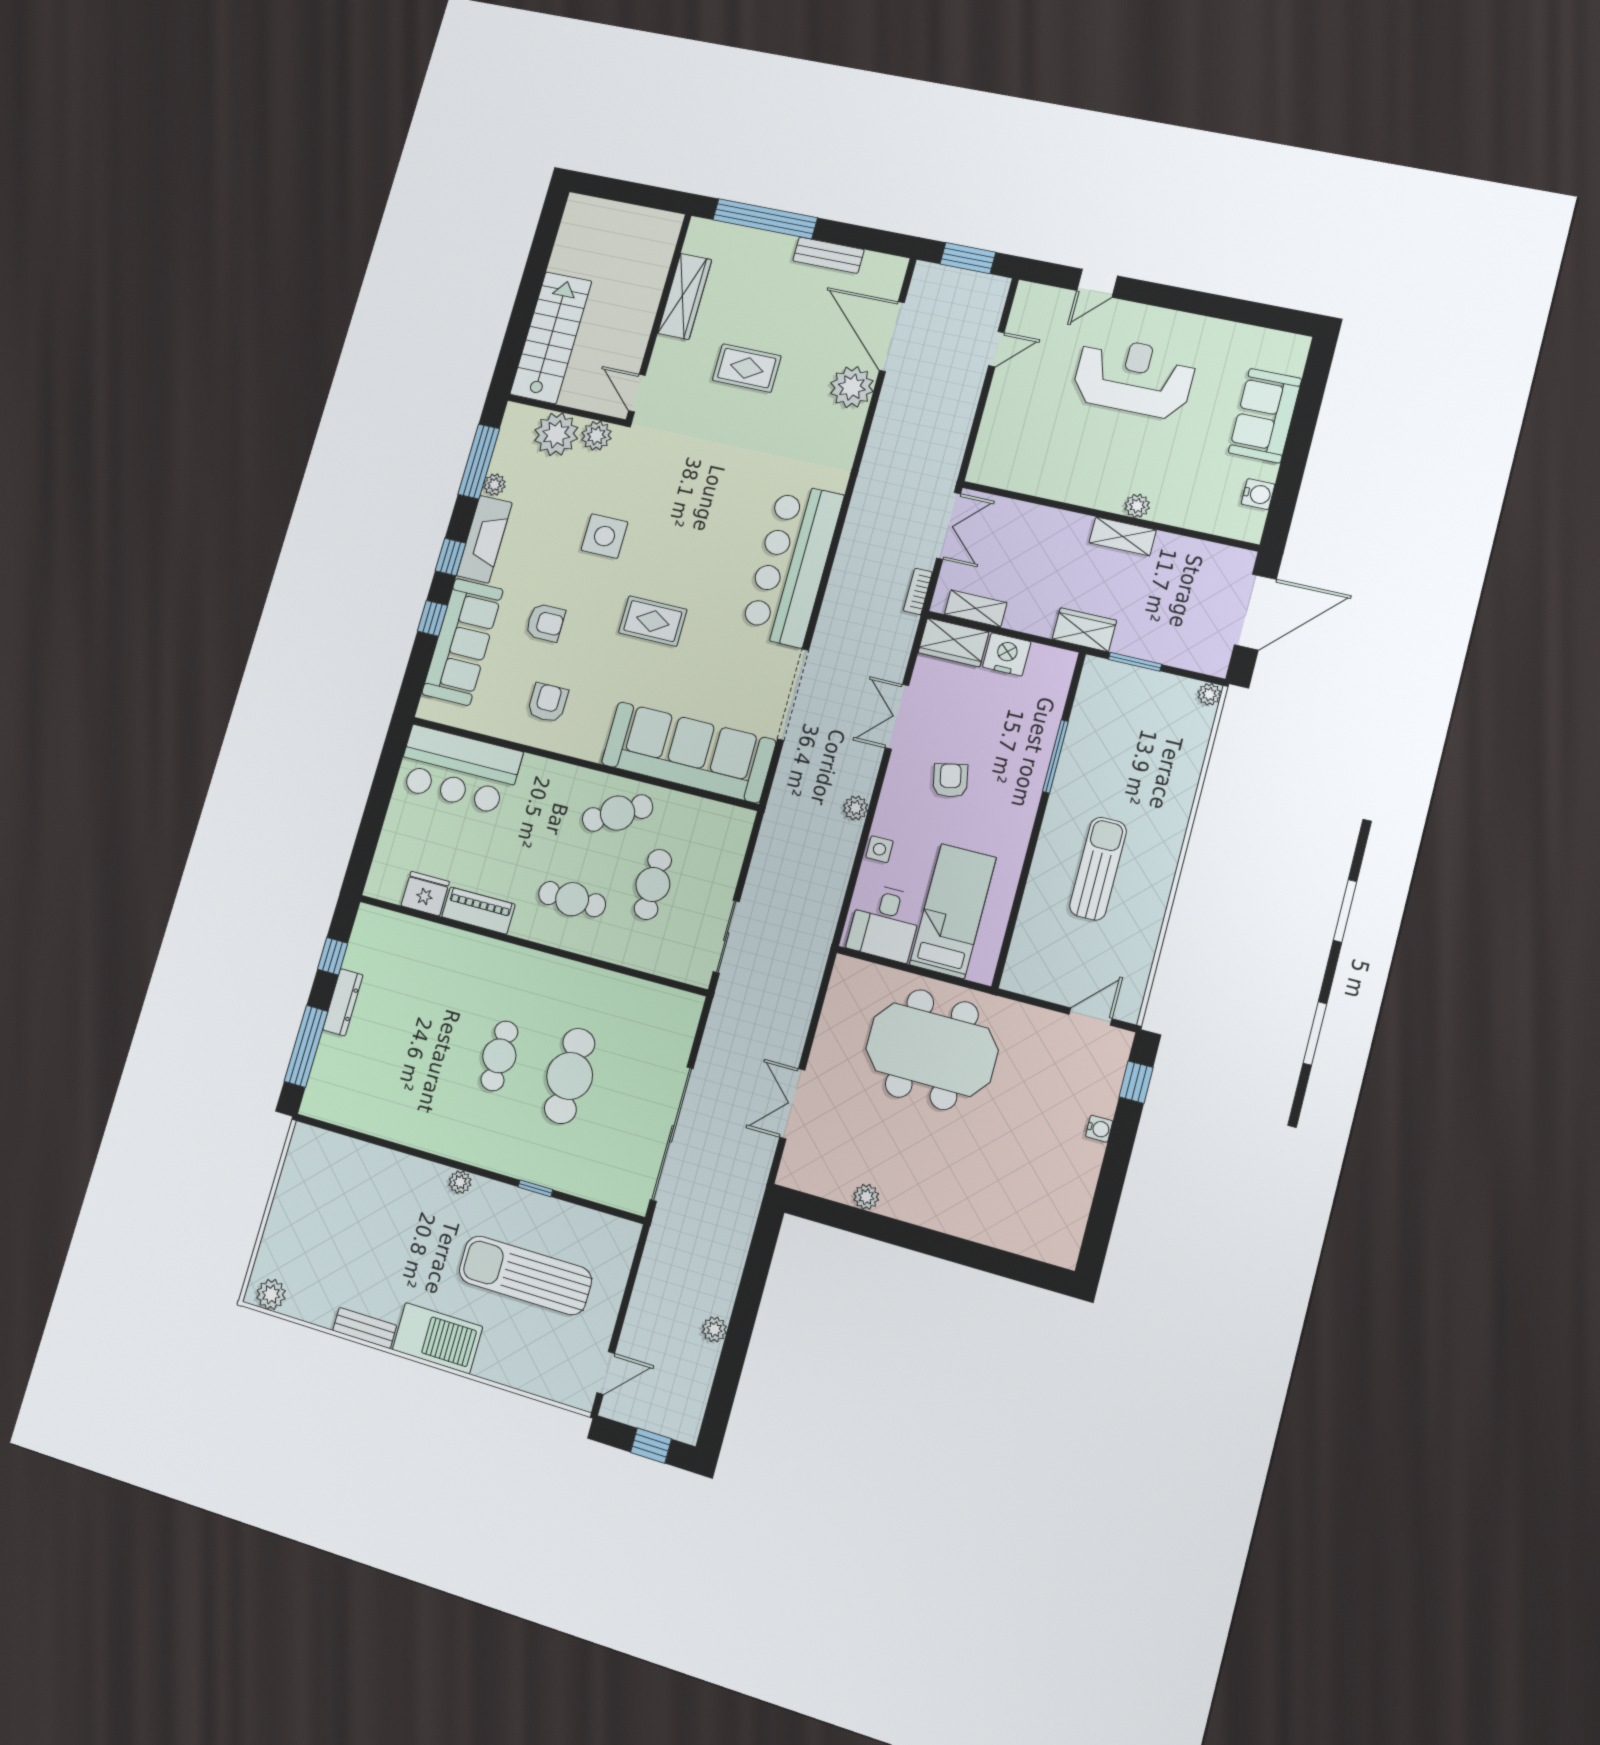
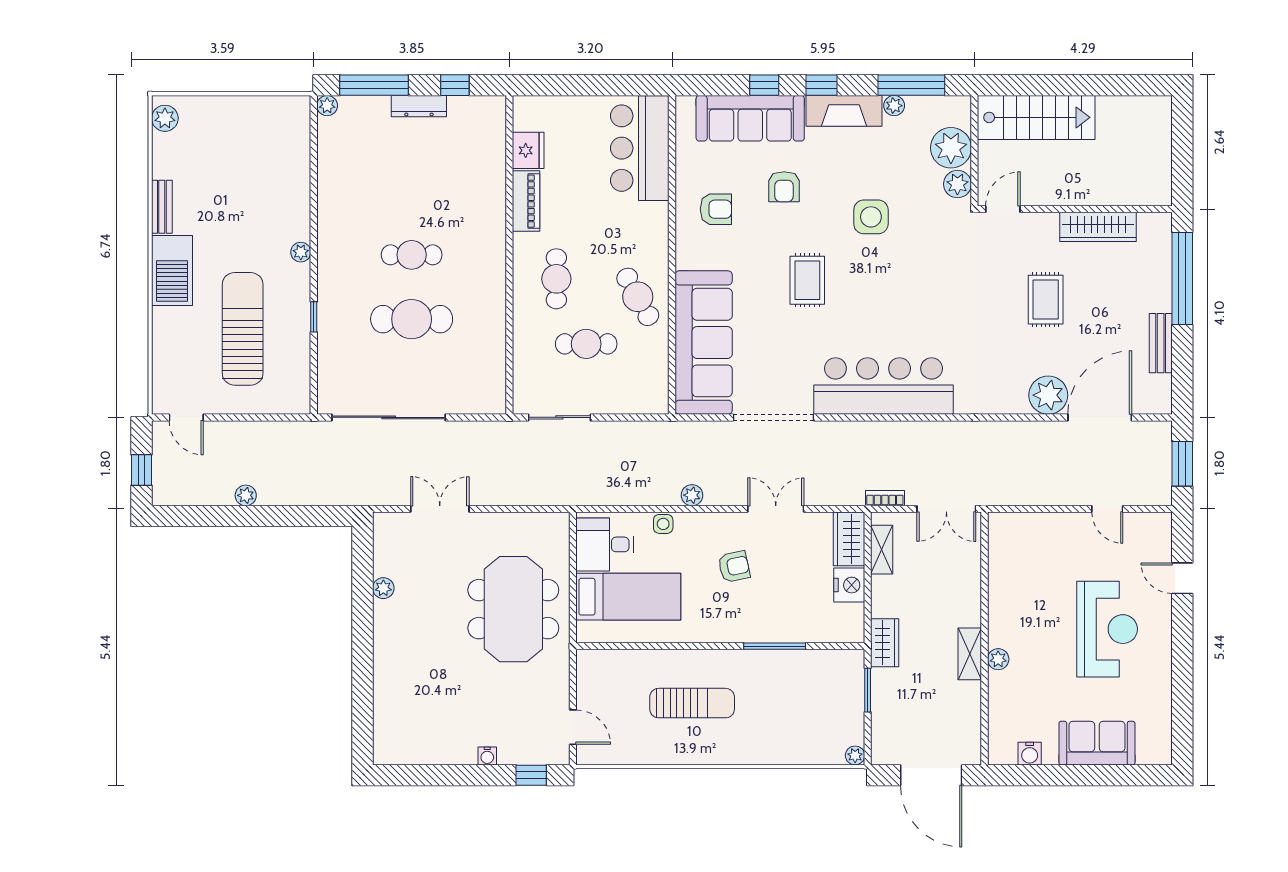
plant: (312, 1105) -> (327, 106), added

